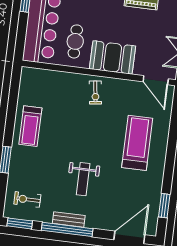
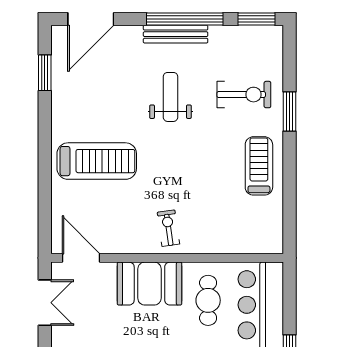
treadmill: (137, 143) -> (97, 161), turned -90
exercise bike: (27, 199) -> (244, 95), moved, width x1.38, depth x1.39
bench: (69, 219) -> (176, 34), width x1.36

